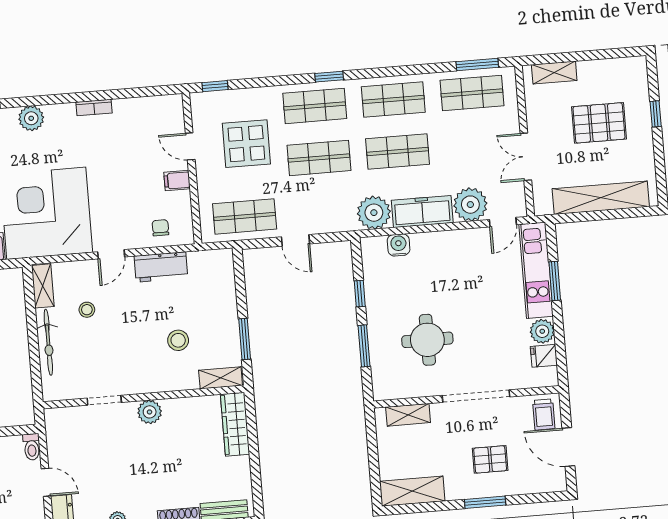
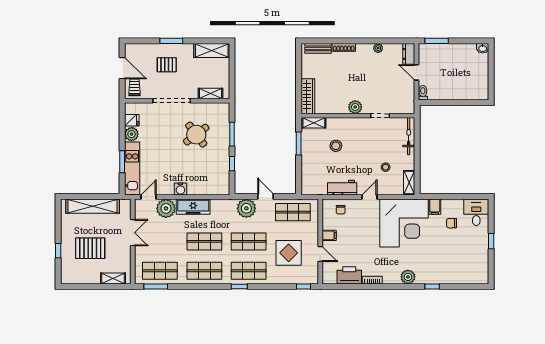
printer: (135, 113) -> (349, 275), added
plant: (374, 213) -> (246, 208), moved
water cooler: (399, 245) -> (180, 189), moved
round table: (427, 340) -> (196, 135), turned -37
bicycle: (48, 342) -> (409, 136), moved

